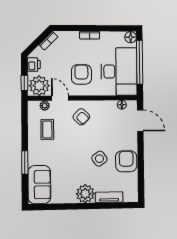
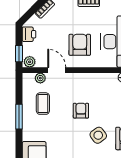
plant: (39, 86) -> (30, 62), width x0.53, depth x0.53
armchair: (81, 117) -> (81, 111), moved, turned -134
window: (25, 162) -> (19, 117), moved

